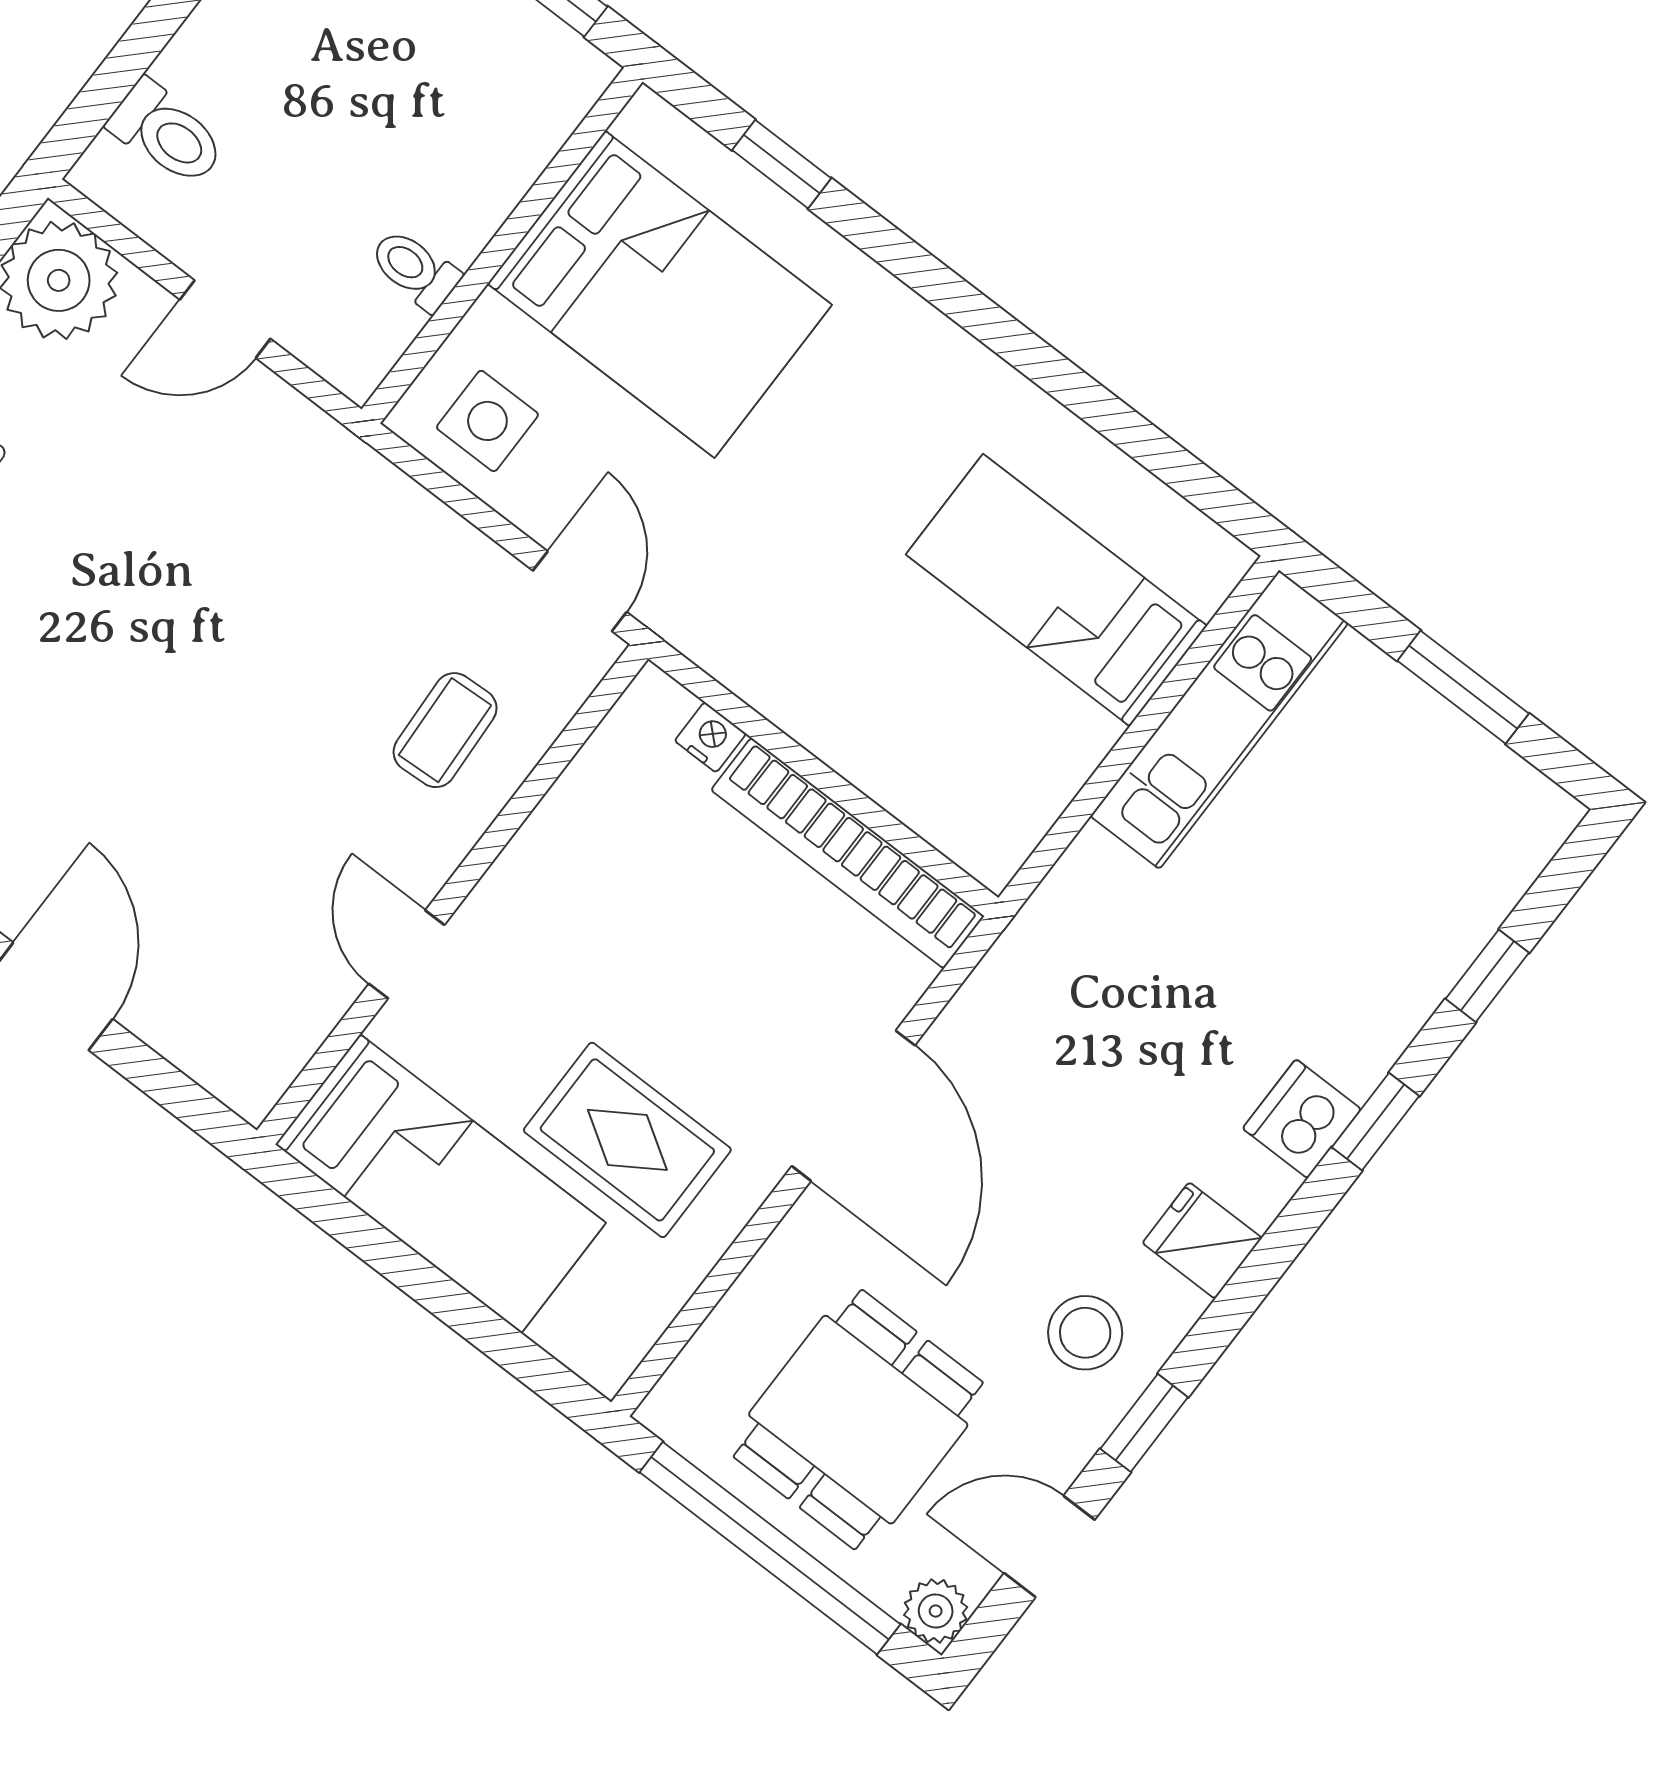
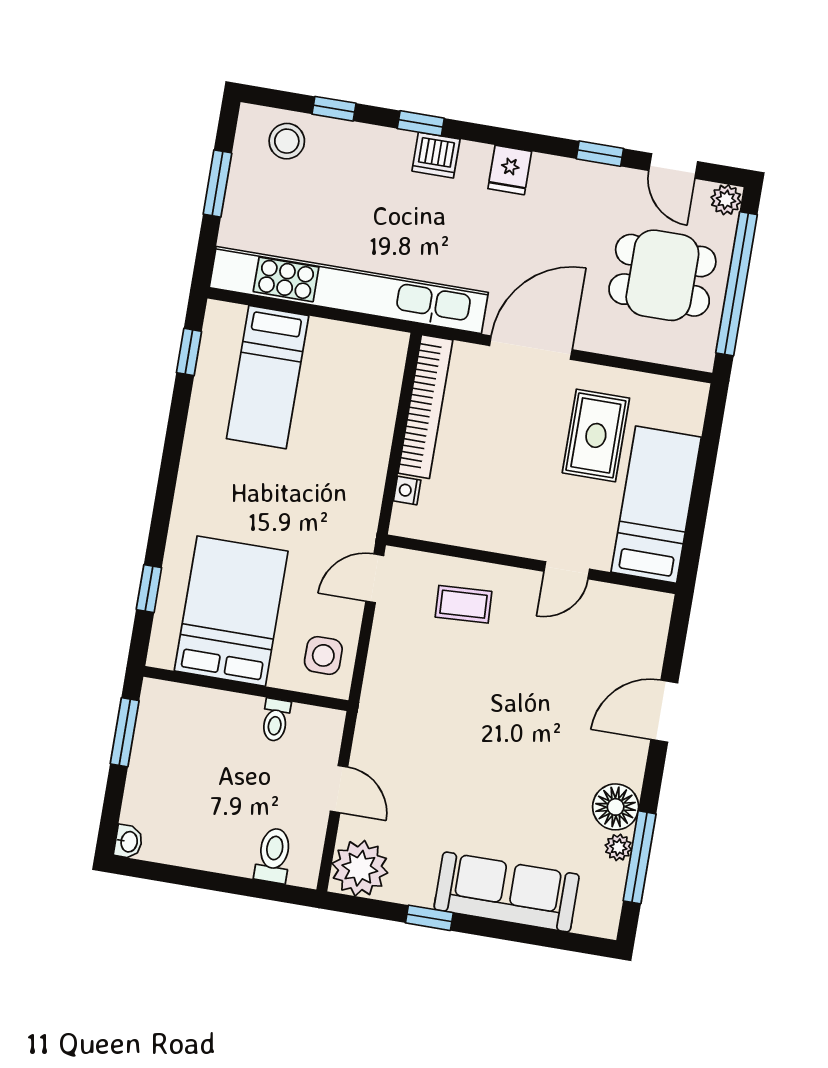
window: (1180, 470) -> (189, 352), added
kitchen unit: (1219, 720) -> (349, 290), width x1.86
stool: (1085, 1333) -> (287, 141), moved

